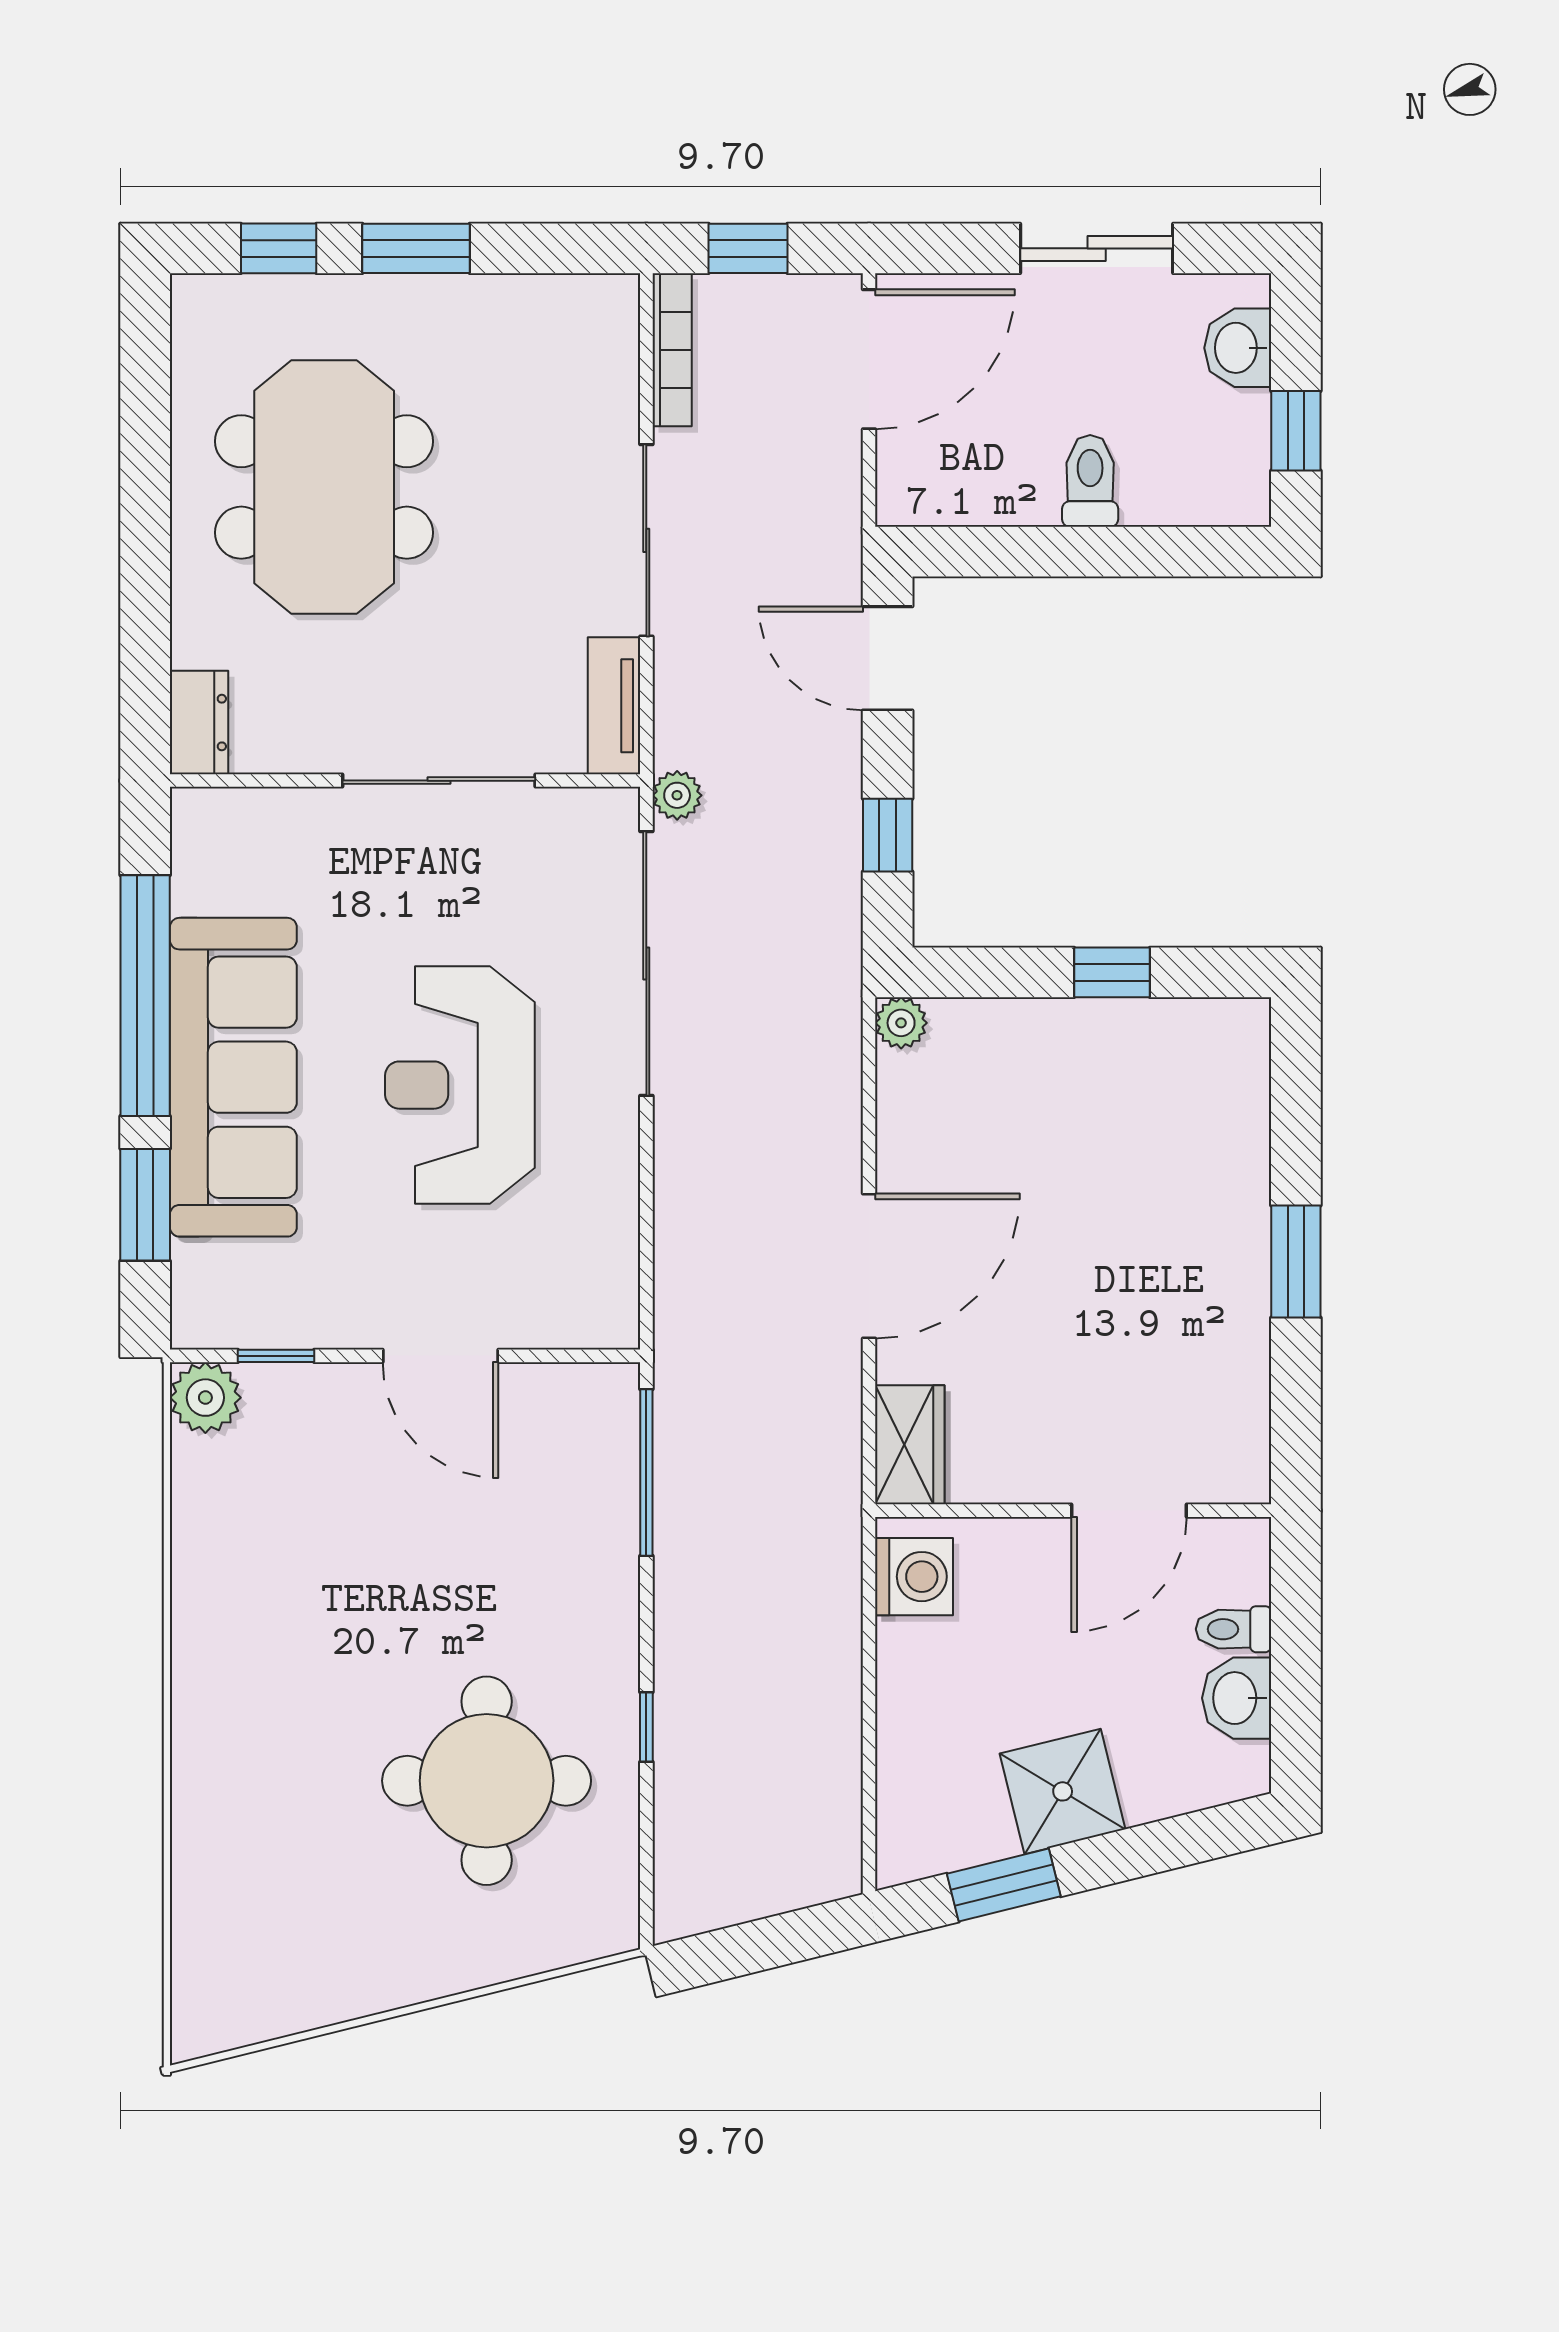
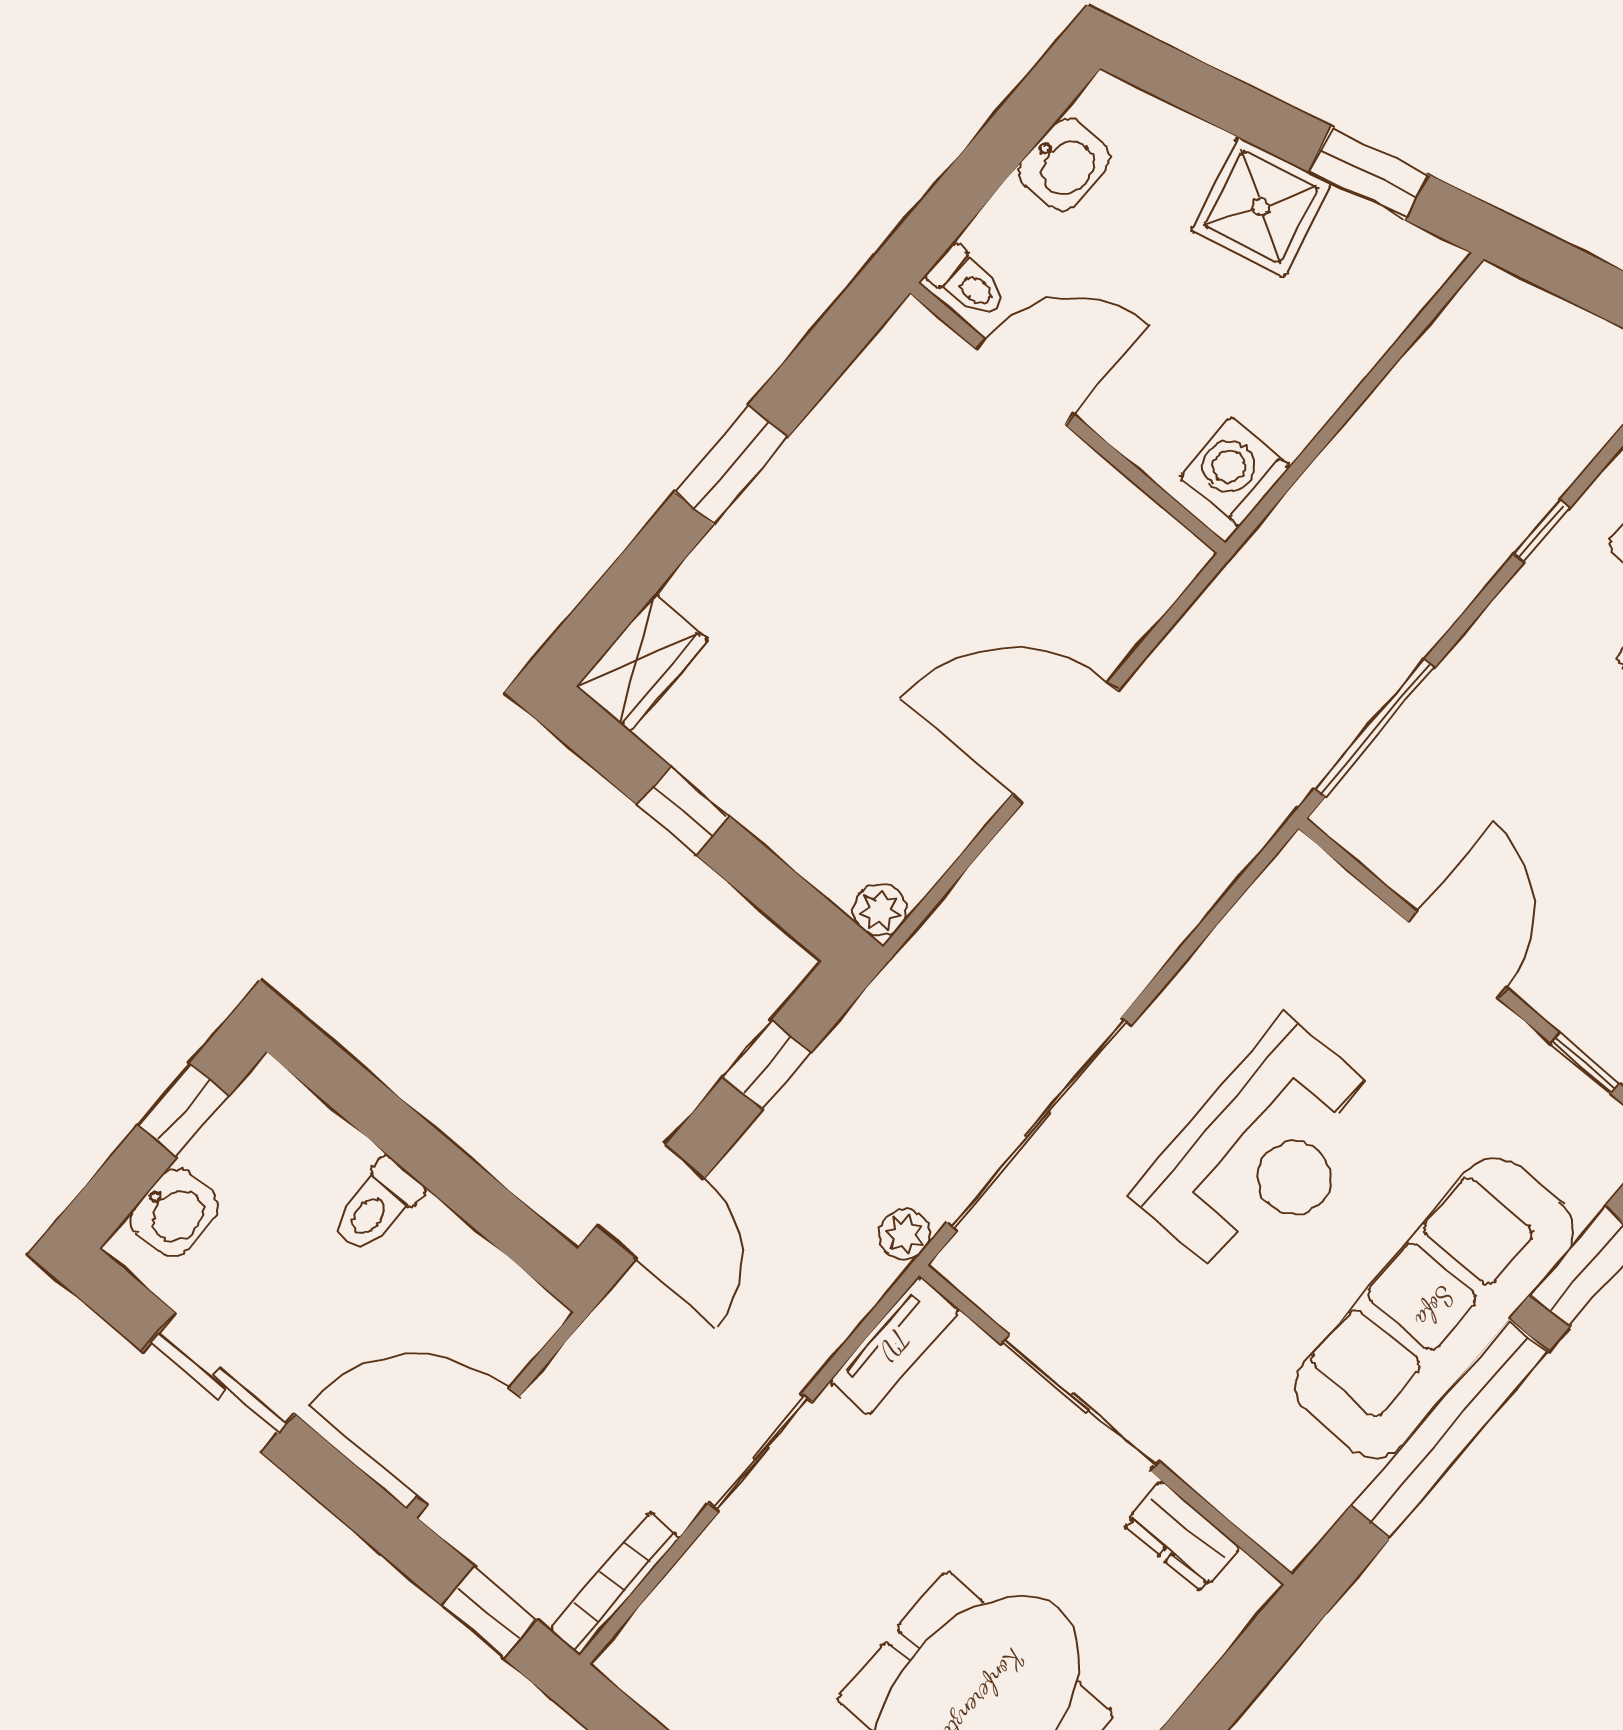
sliding door: (646, 540) -> (760, 1453), width x0.73
dresser: (199, 723) -> (1181, 1536), moved, turned -90
wardrobe: (910, 1445) -> (642, 663), moved, turned 180
toilet: (1233, 1629) -> (968, 283), moved

